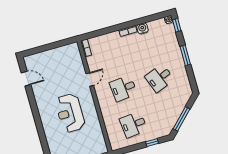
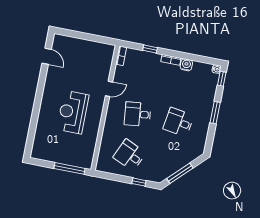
window: (107, 31) -> (150, 49), added
desk: (160, 78) -> (178, 122), turned 30
desk: (133, 125) -> (130, 155), turned 30

